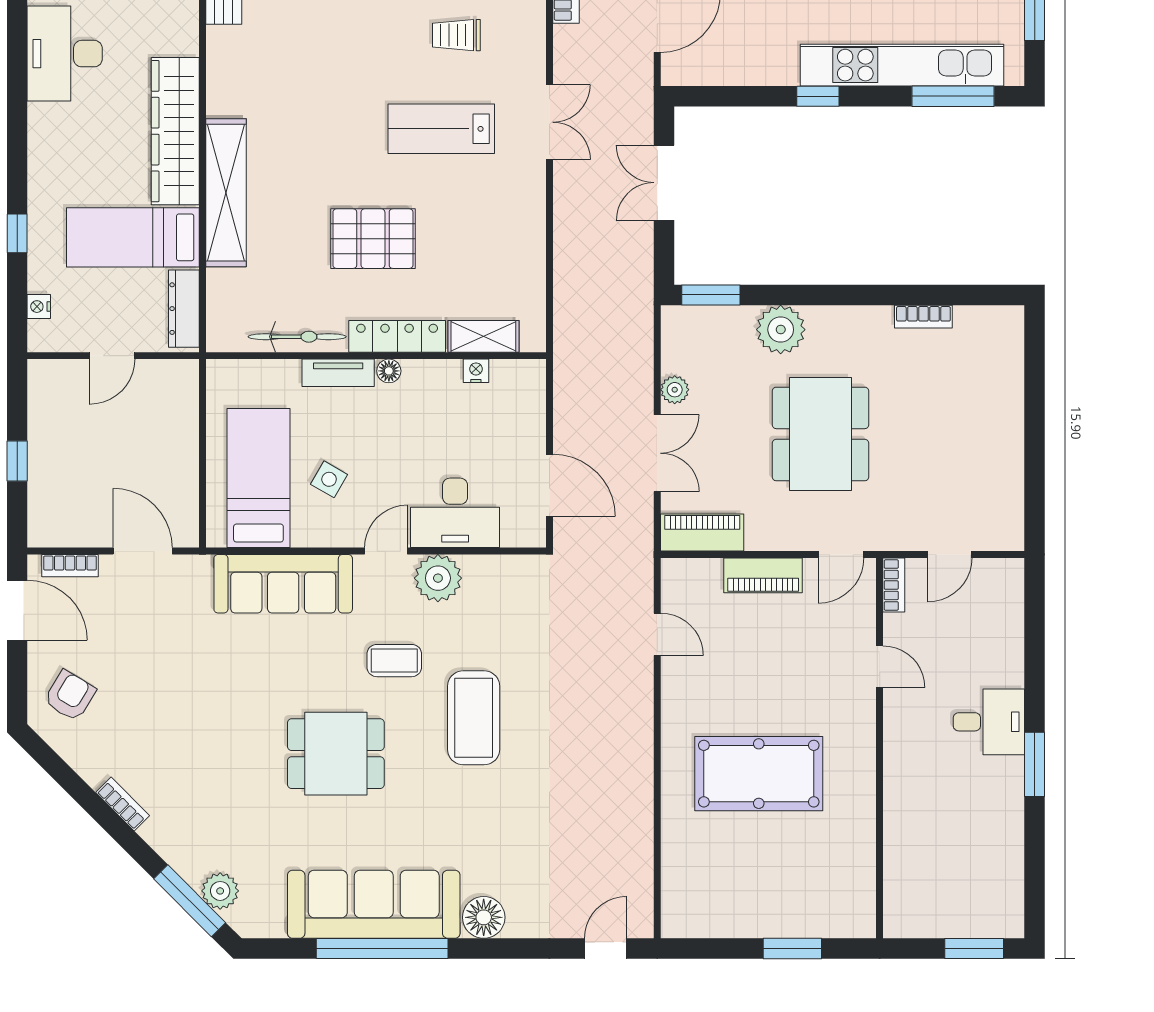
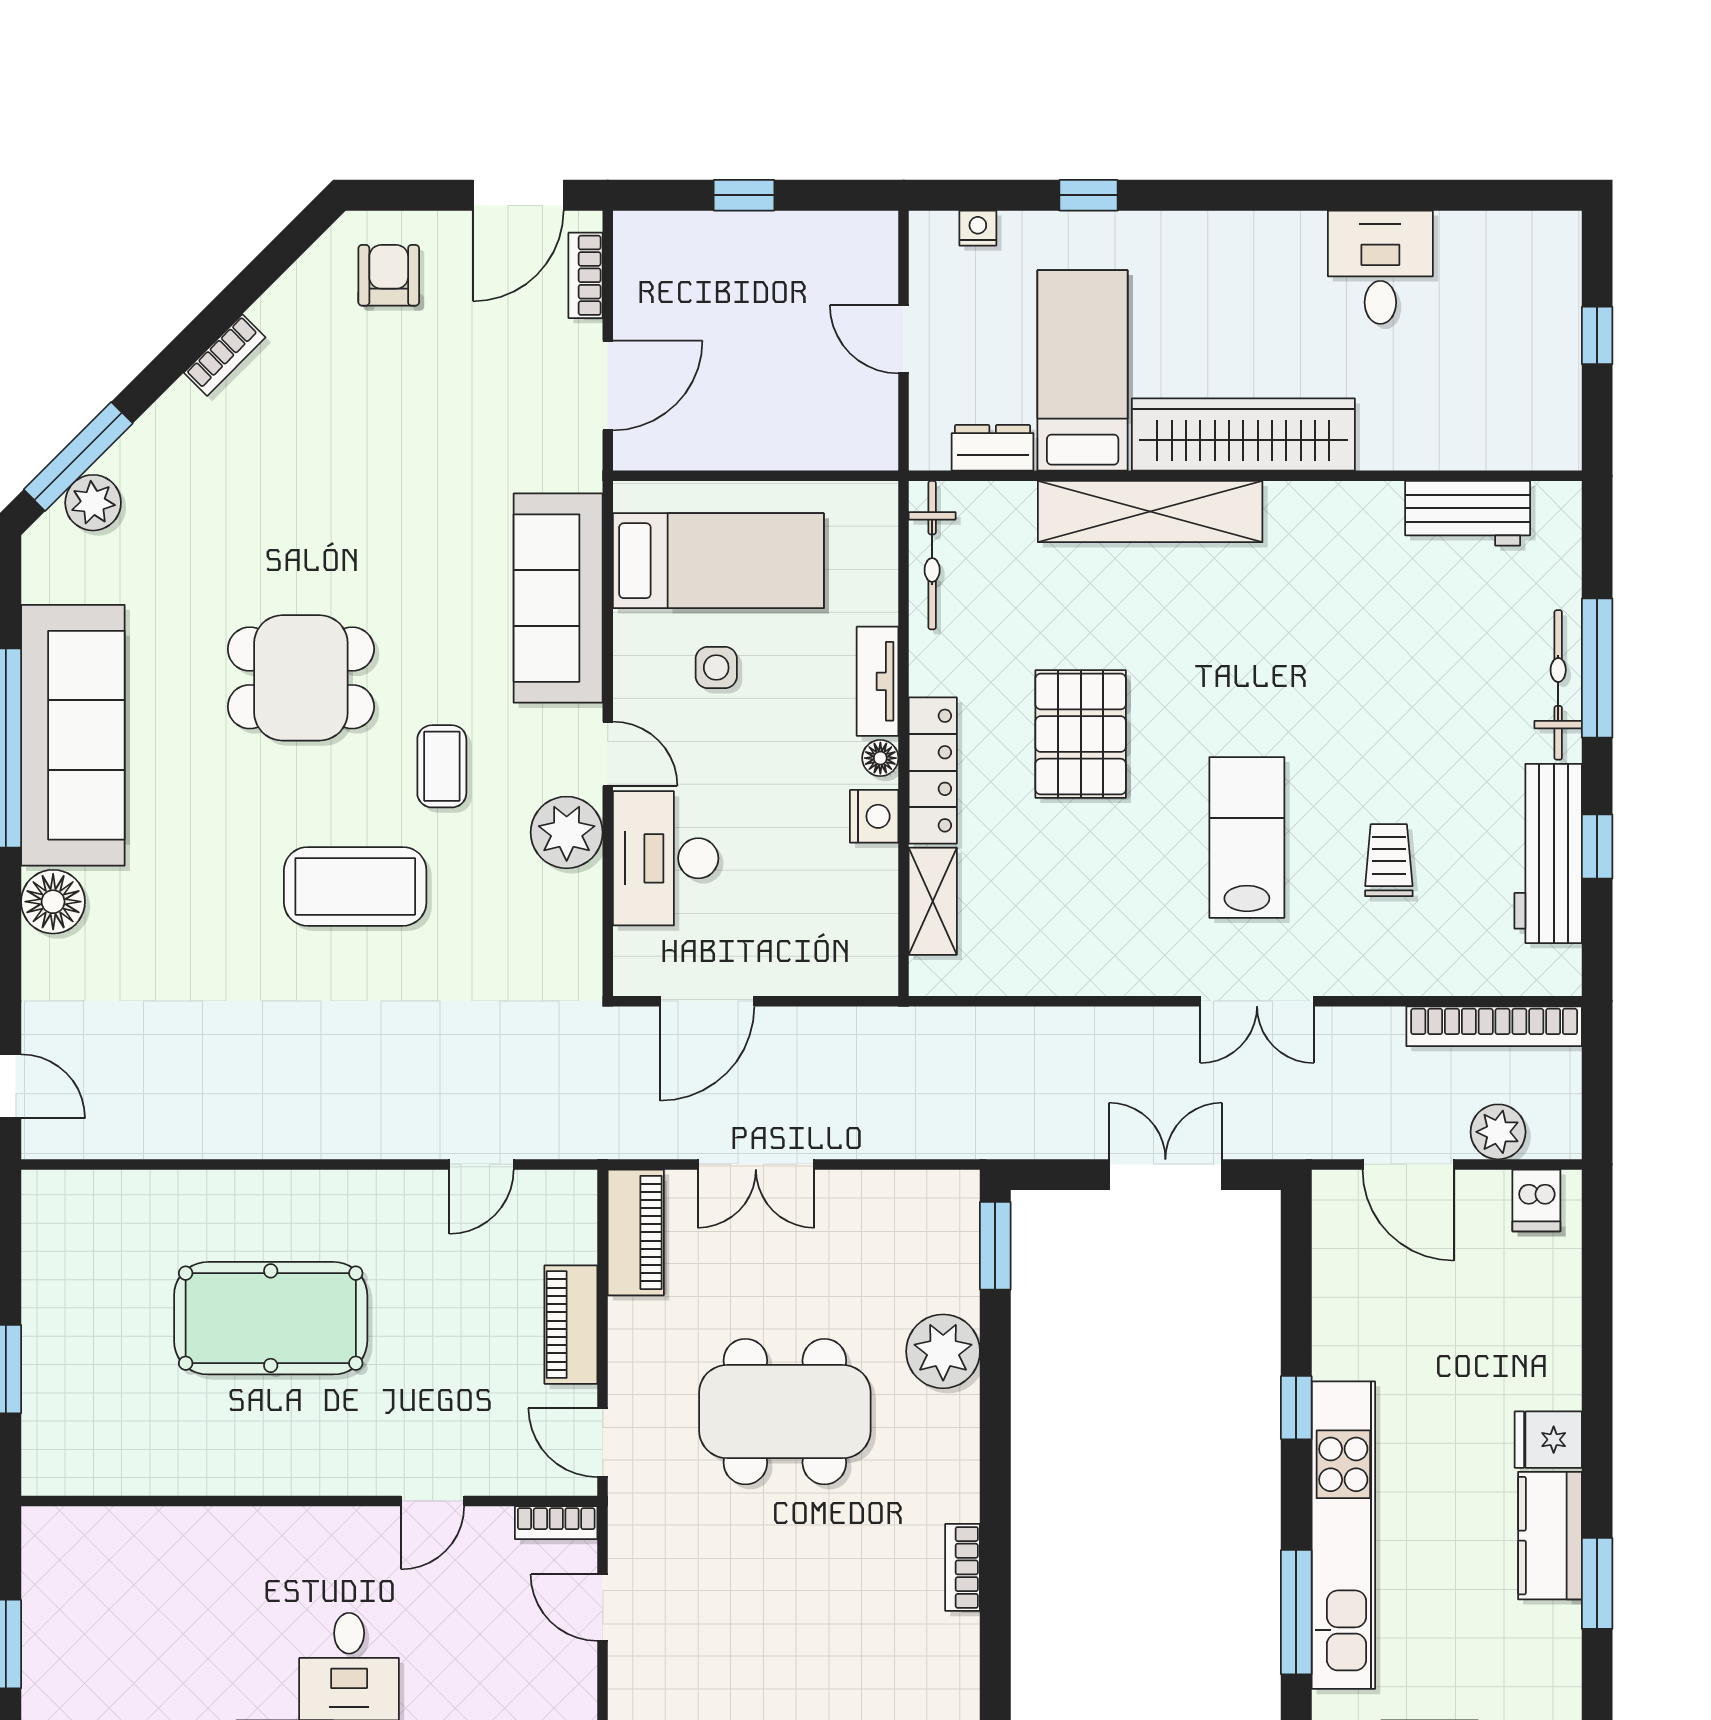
desk: (65, 54) -> (1380, 267), width x0.73
dresser: (184, 309) -> (993, 448), width x0.70
bicycle: (297, 337) -> (932, 555), moved
nightstand: (476, 371) -> (874, 816), moved, width x1.39, depth x1.35
plant: (675, 390) -> (852, 1191), removed
side table: (329, 479) -> (716, 668), turned -30
armchair: (70, 696) -> (389, 275), turned -121
dining table: (336, 754) -> (301, 678), turned 90
pool table: (759, 774) -> (271, 1318), turned 90

